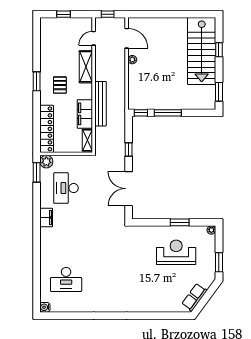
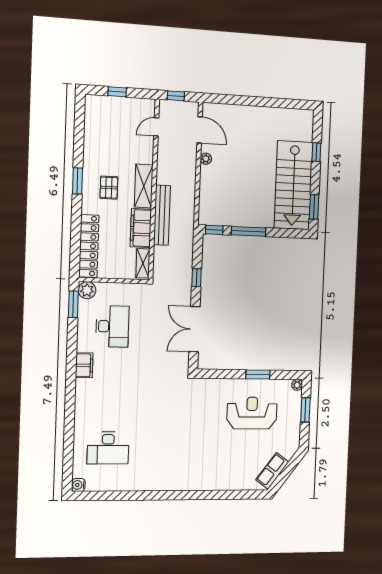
stairs: (202, 51) -> (293, 185), moved
shelving: (86, 67) -> (144, 186), moved
desk: (66, 188) -> (112, 326), turned 180
window: (219, 262) -> (305, 410), moved

